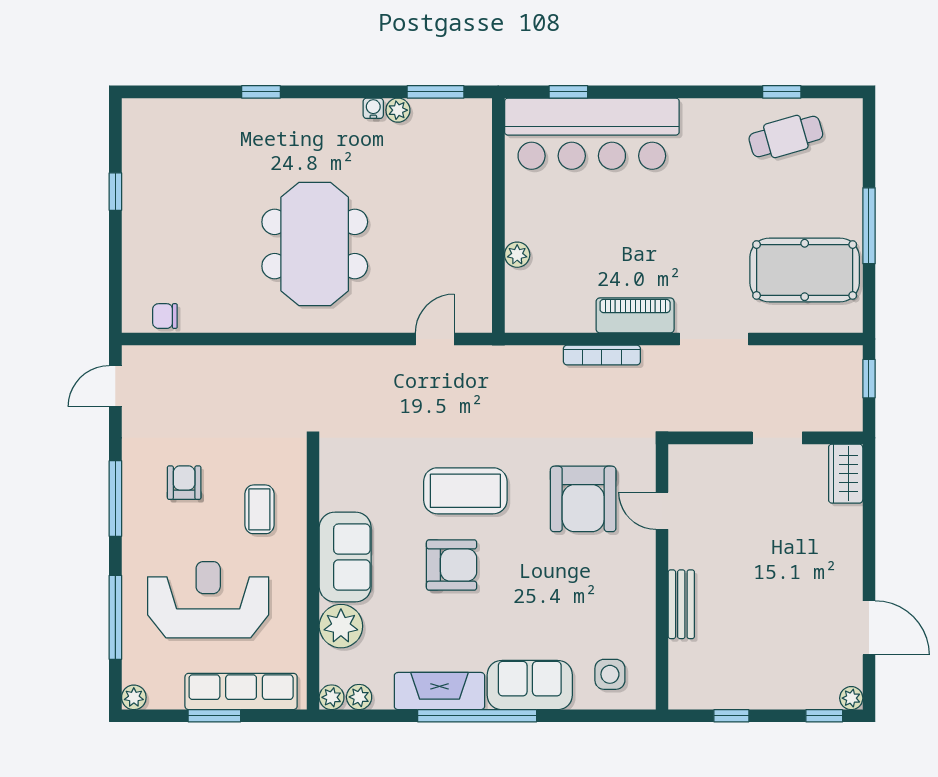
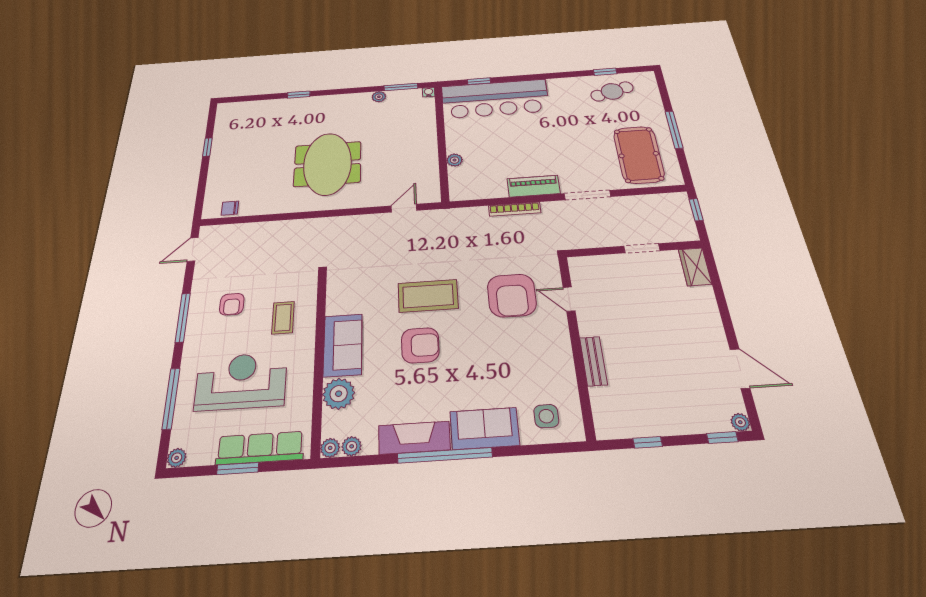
water cooler: (373, 108) -> (429, 92), moved
pool table: (805, 270) -> (639, 155), turned 90
armchair: (184, 483) -> (232, 304), turned 180

